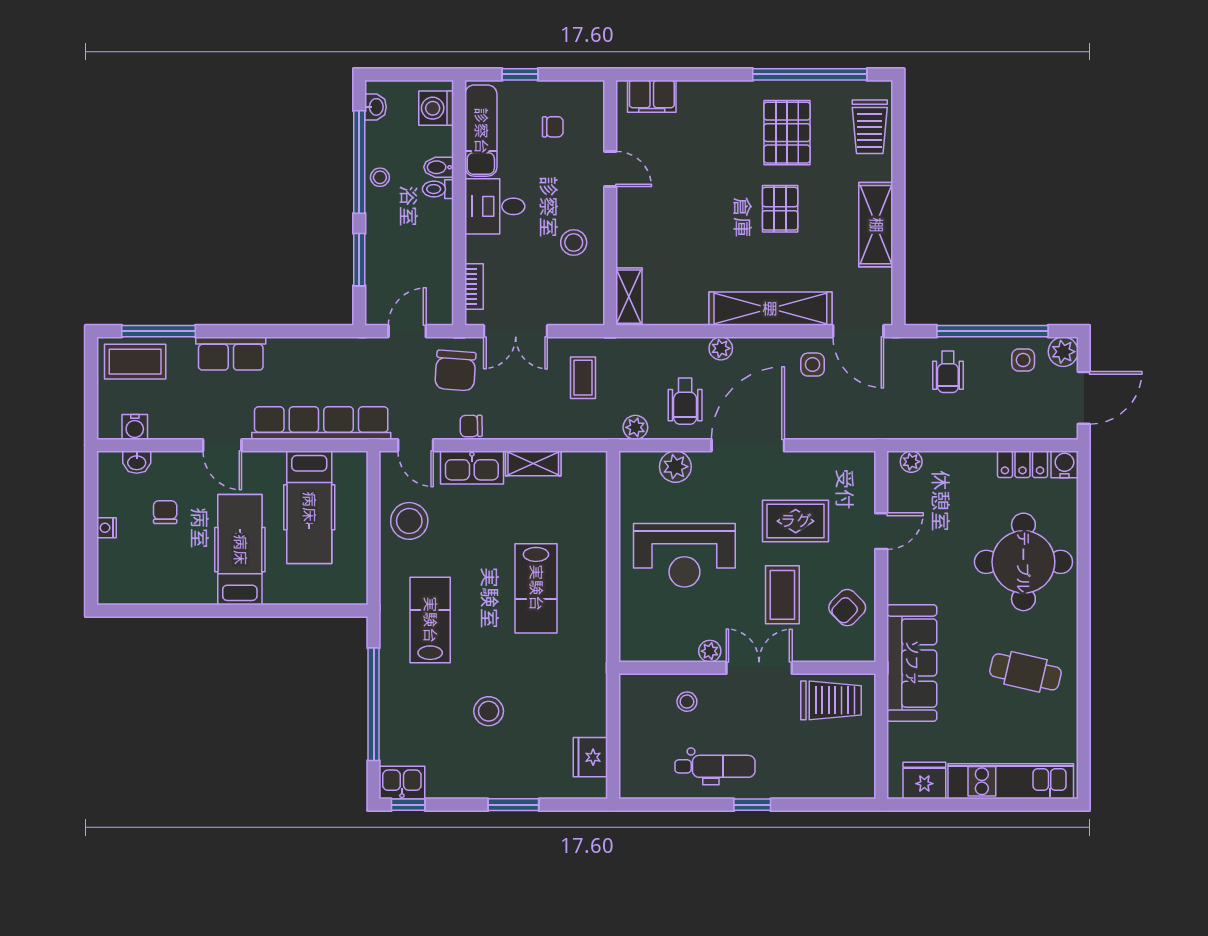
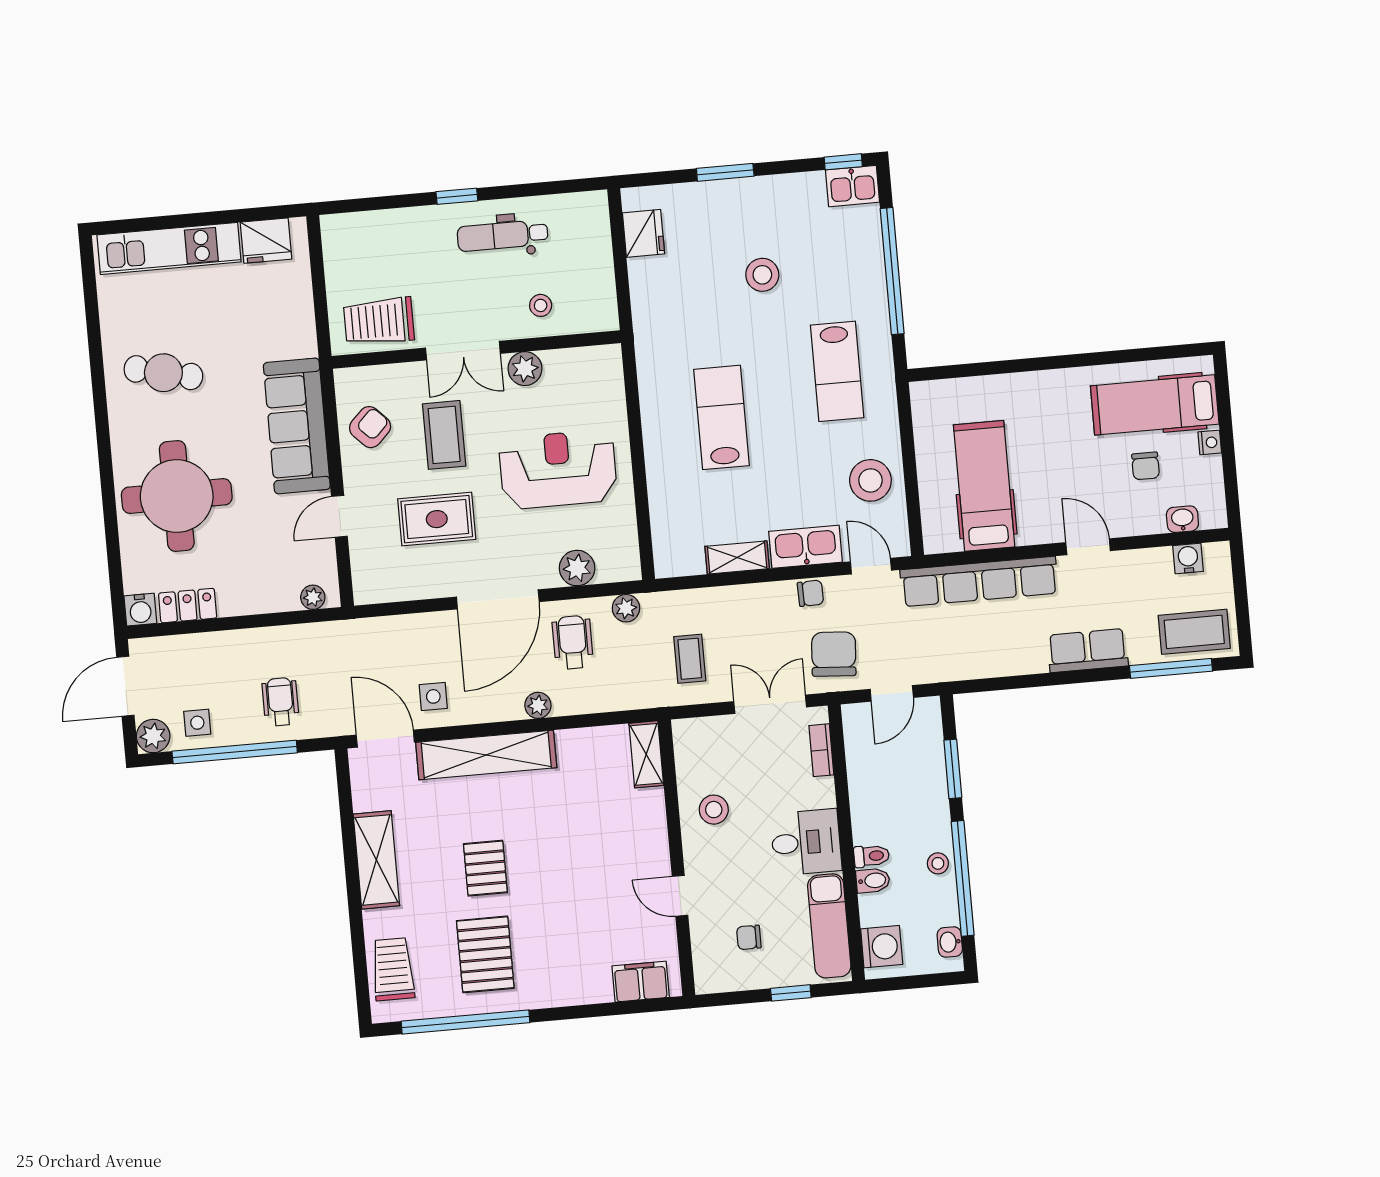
hospital bed: (240, 550) -> (1155, 405), moved, turned 90
plant: (710, 651) -> (525, 369), width x1.38, depth x1.38
sofa: (912, 663) -> (297, 426), moved

